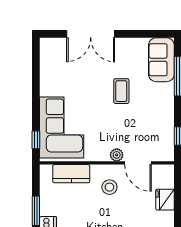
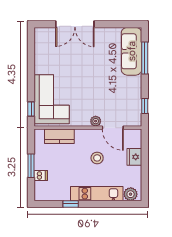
sofa: (161, 60) -> (132, 51), width x1.36
coffee table: (121, 91) -> (99, 70), removed
stool: (109, 187) -> (97, 158), moved

